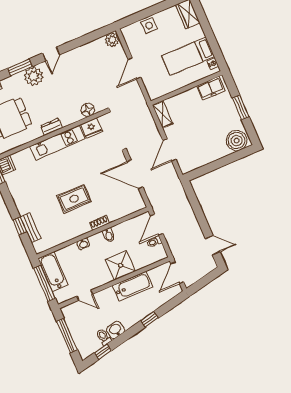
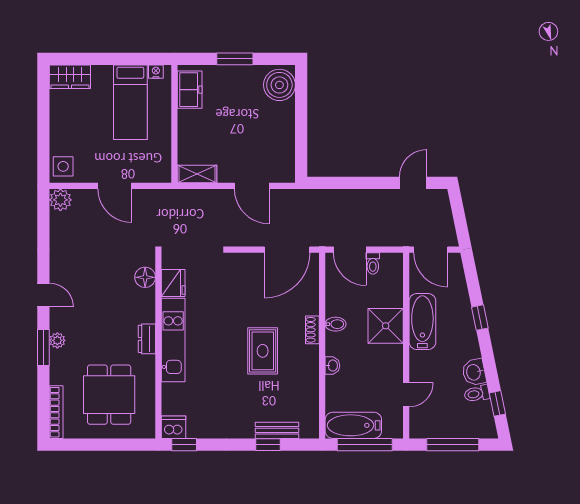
side table: (149, 25) -> (63, 166), moved
plant: (34, 76) -> (57, 340), width x0.53, depth x0.53
door: (135, 174) -> (287, 250), moved

